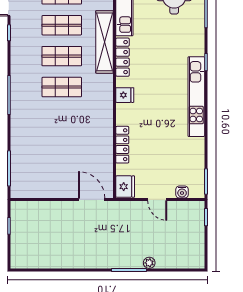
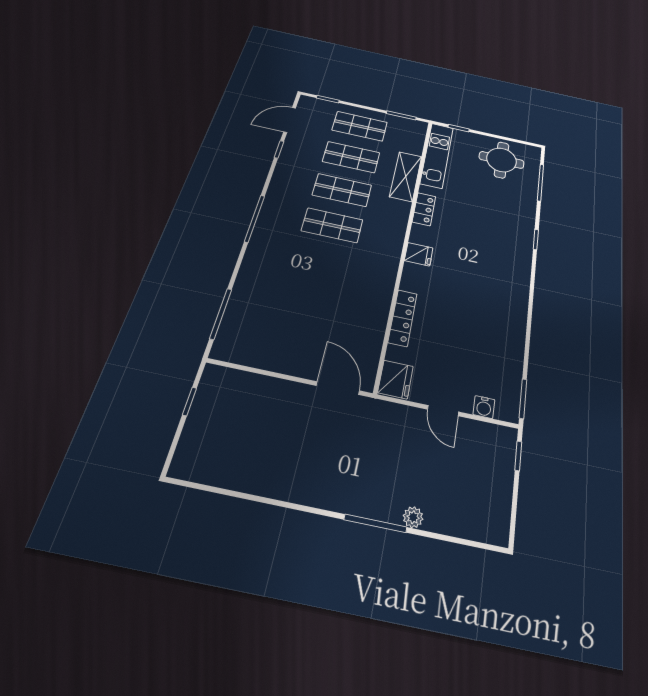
shelving: (105, 42) -> (406, 176), width x0.68
locker: (123, 57) -> (424, 209), width x0.66
kitchen unit: (196, 97) -> (519, 278), removed

